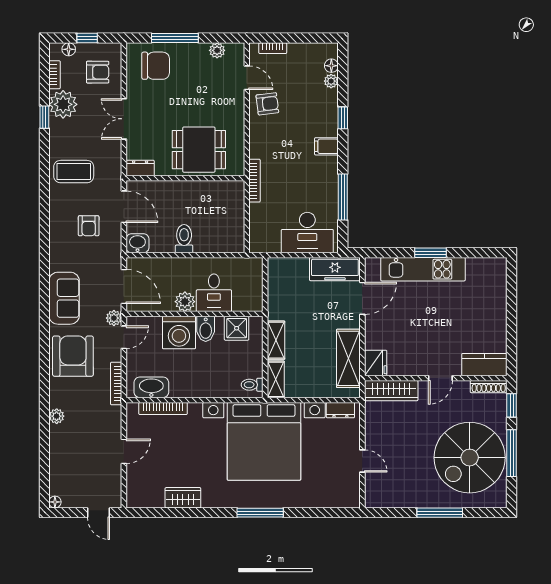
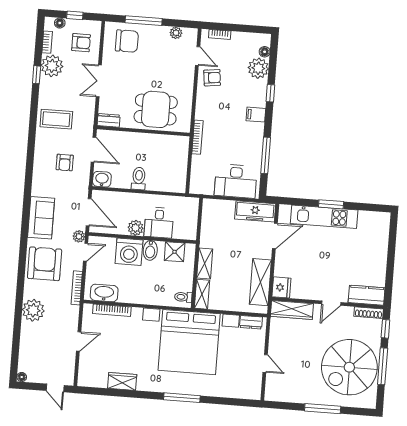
plant: (331, 81) -> (258, 68), width x1.87, depth x1.87
plant: (57, 416) -> (33, 310), width x1.87, depth x1.87

